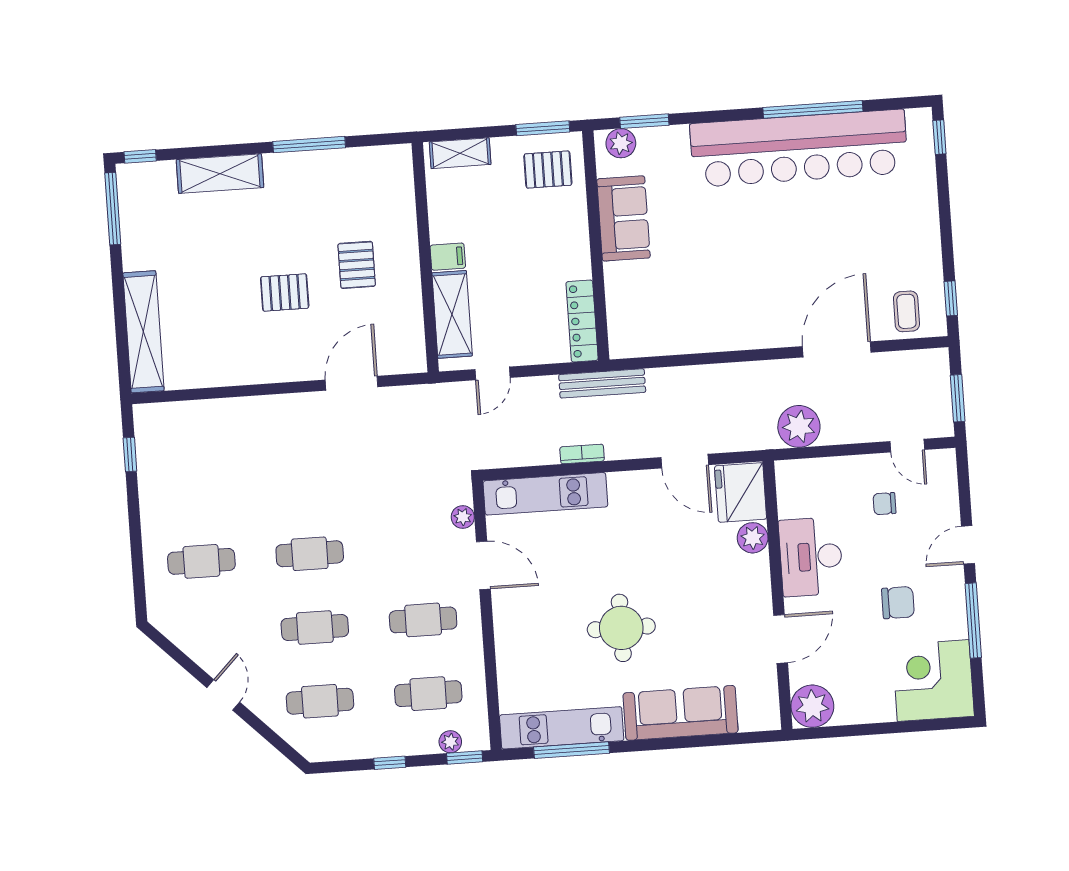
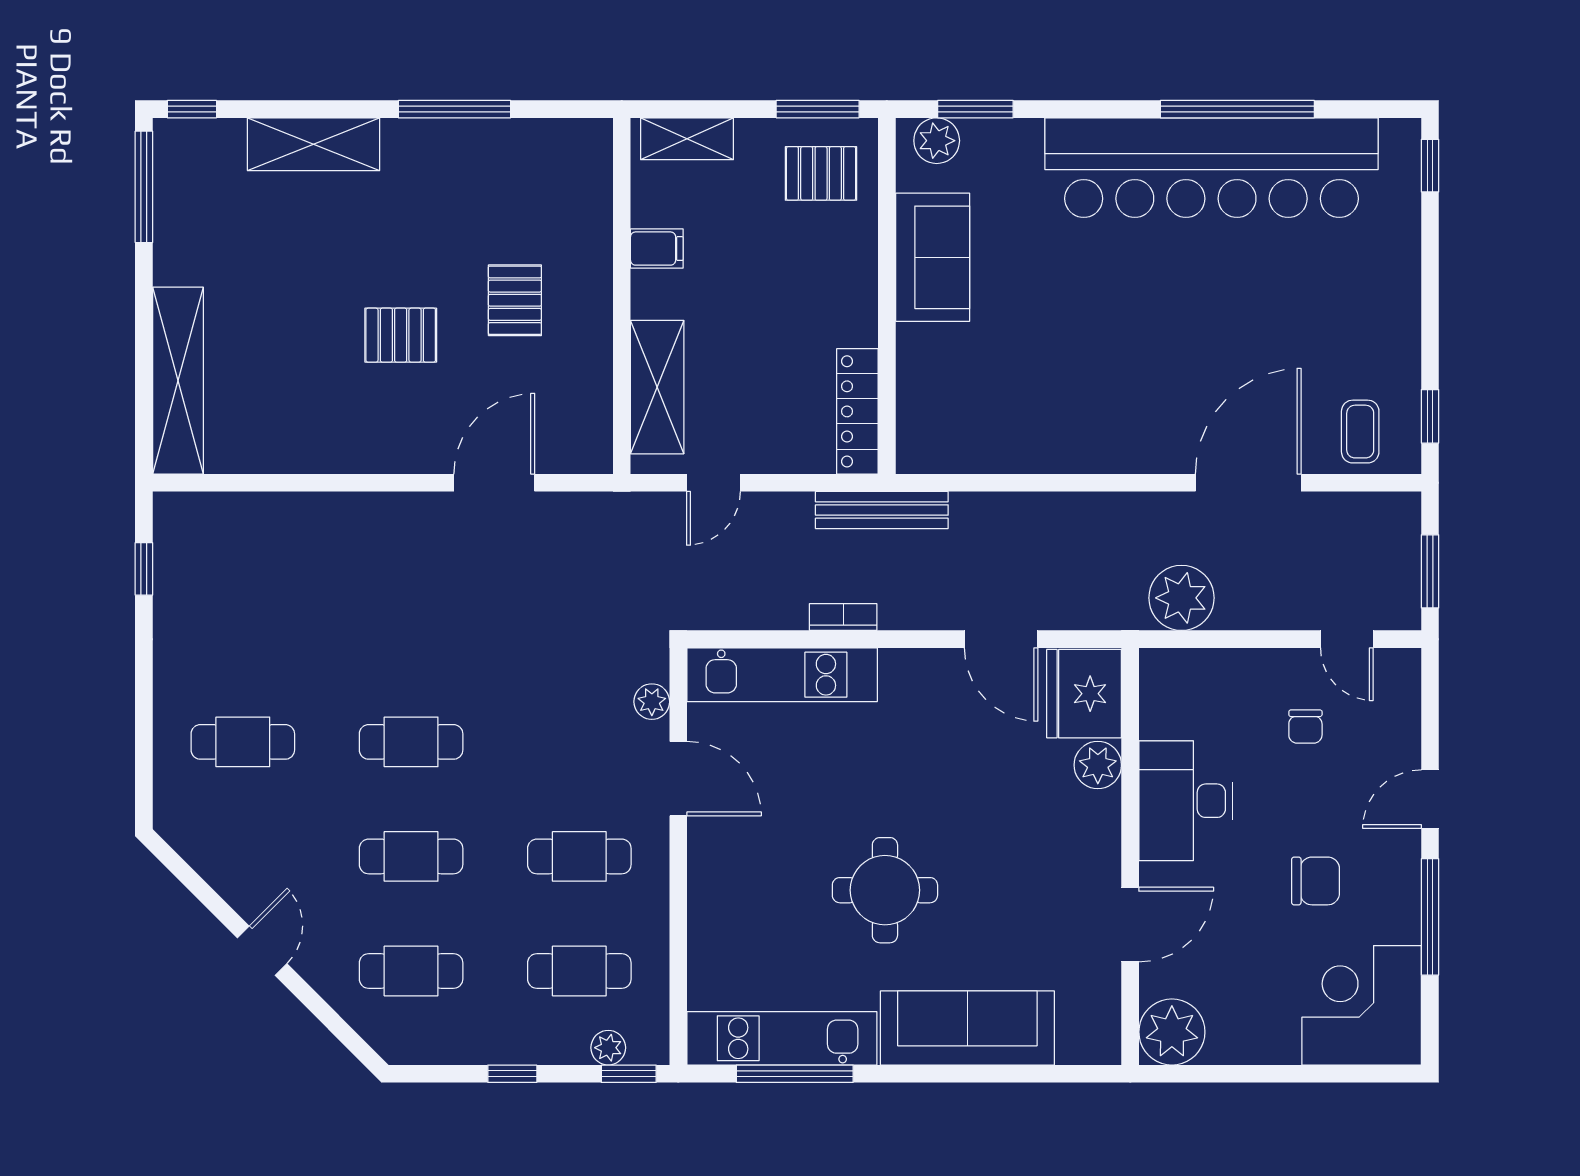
filing cabinet: (448, 257) -> (657, 249), moved
chair: (885, 504) -> (1305, 727), turned -90

